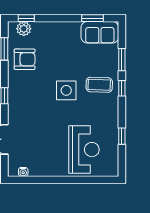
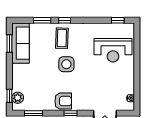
sofa: (100, 32) -> (20, 43), width x1.36
armchair: (25, 59) -> (63, 101), moved, turned 90
window: (122, 136) -> (118, 20), moved
reception desk: (84, 150) -> (113, 50), turned 180

